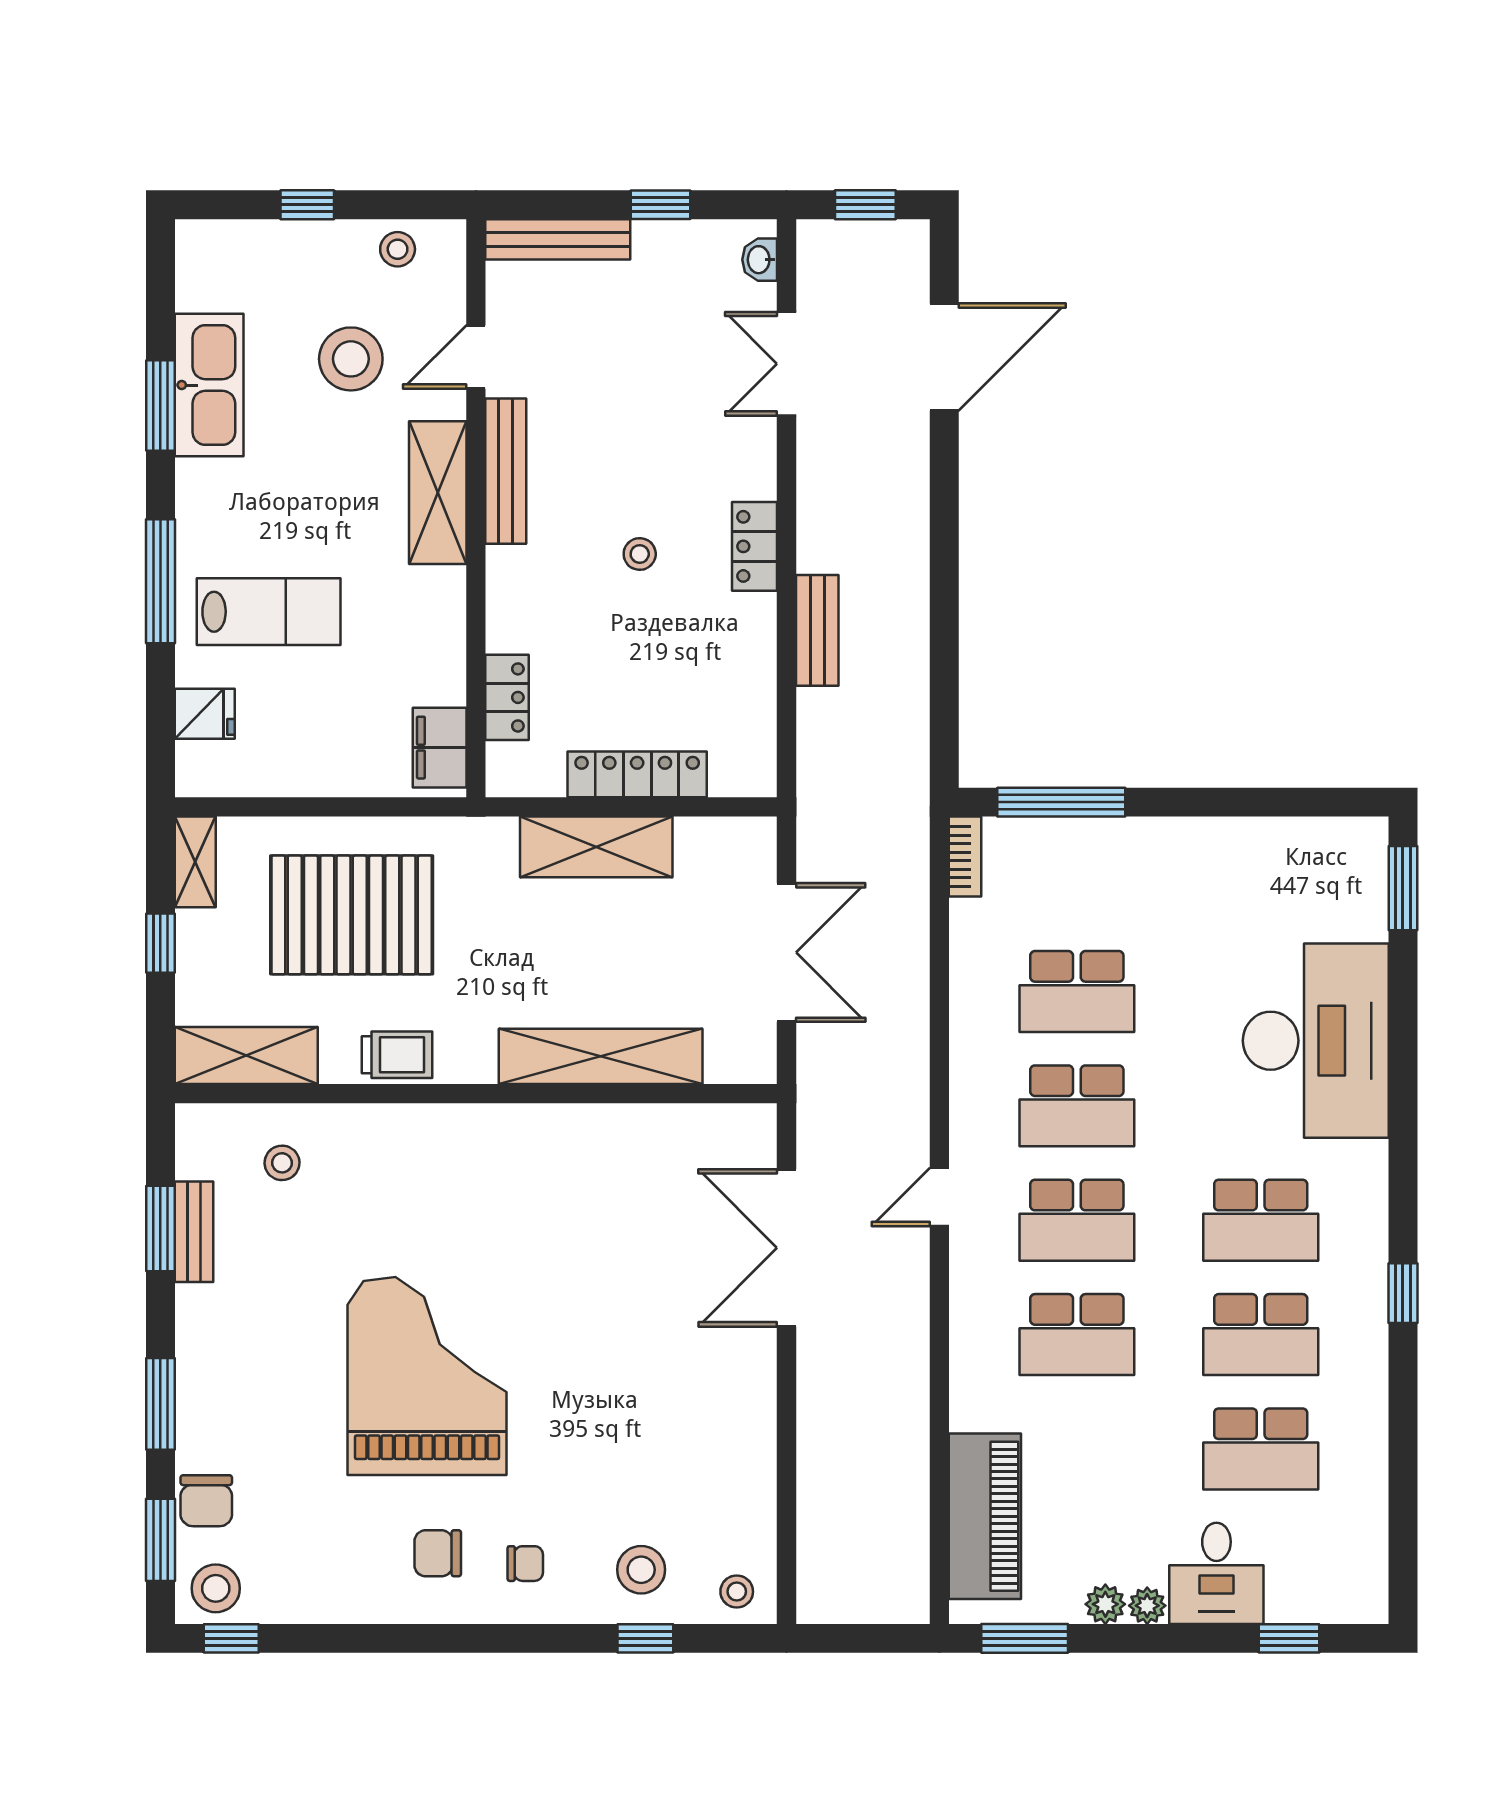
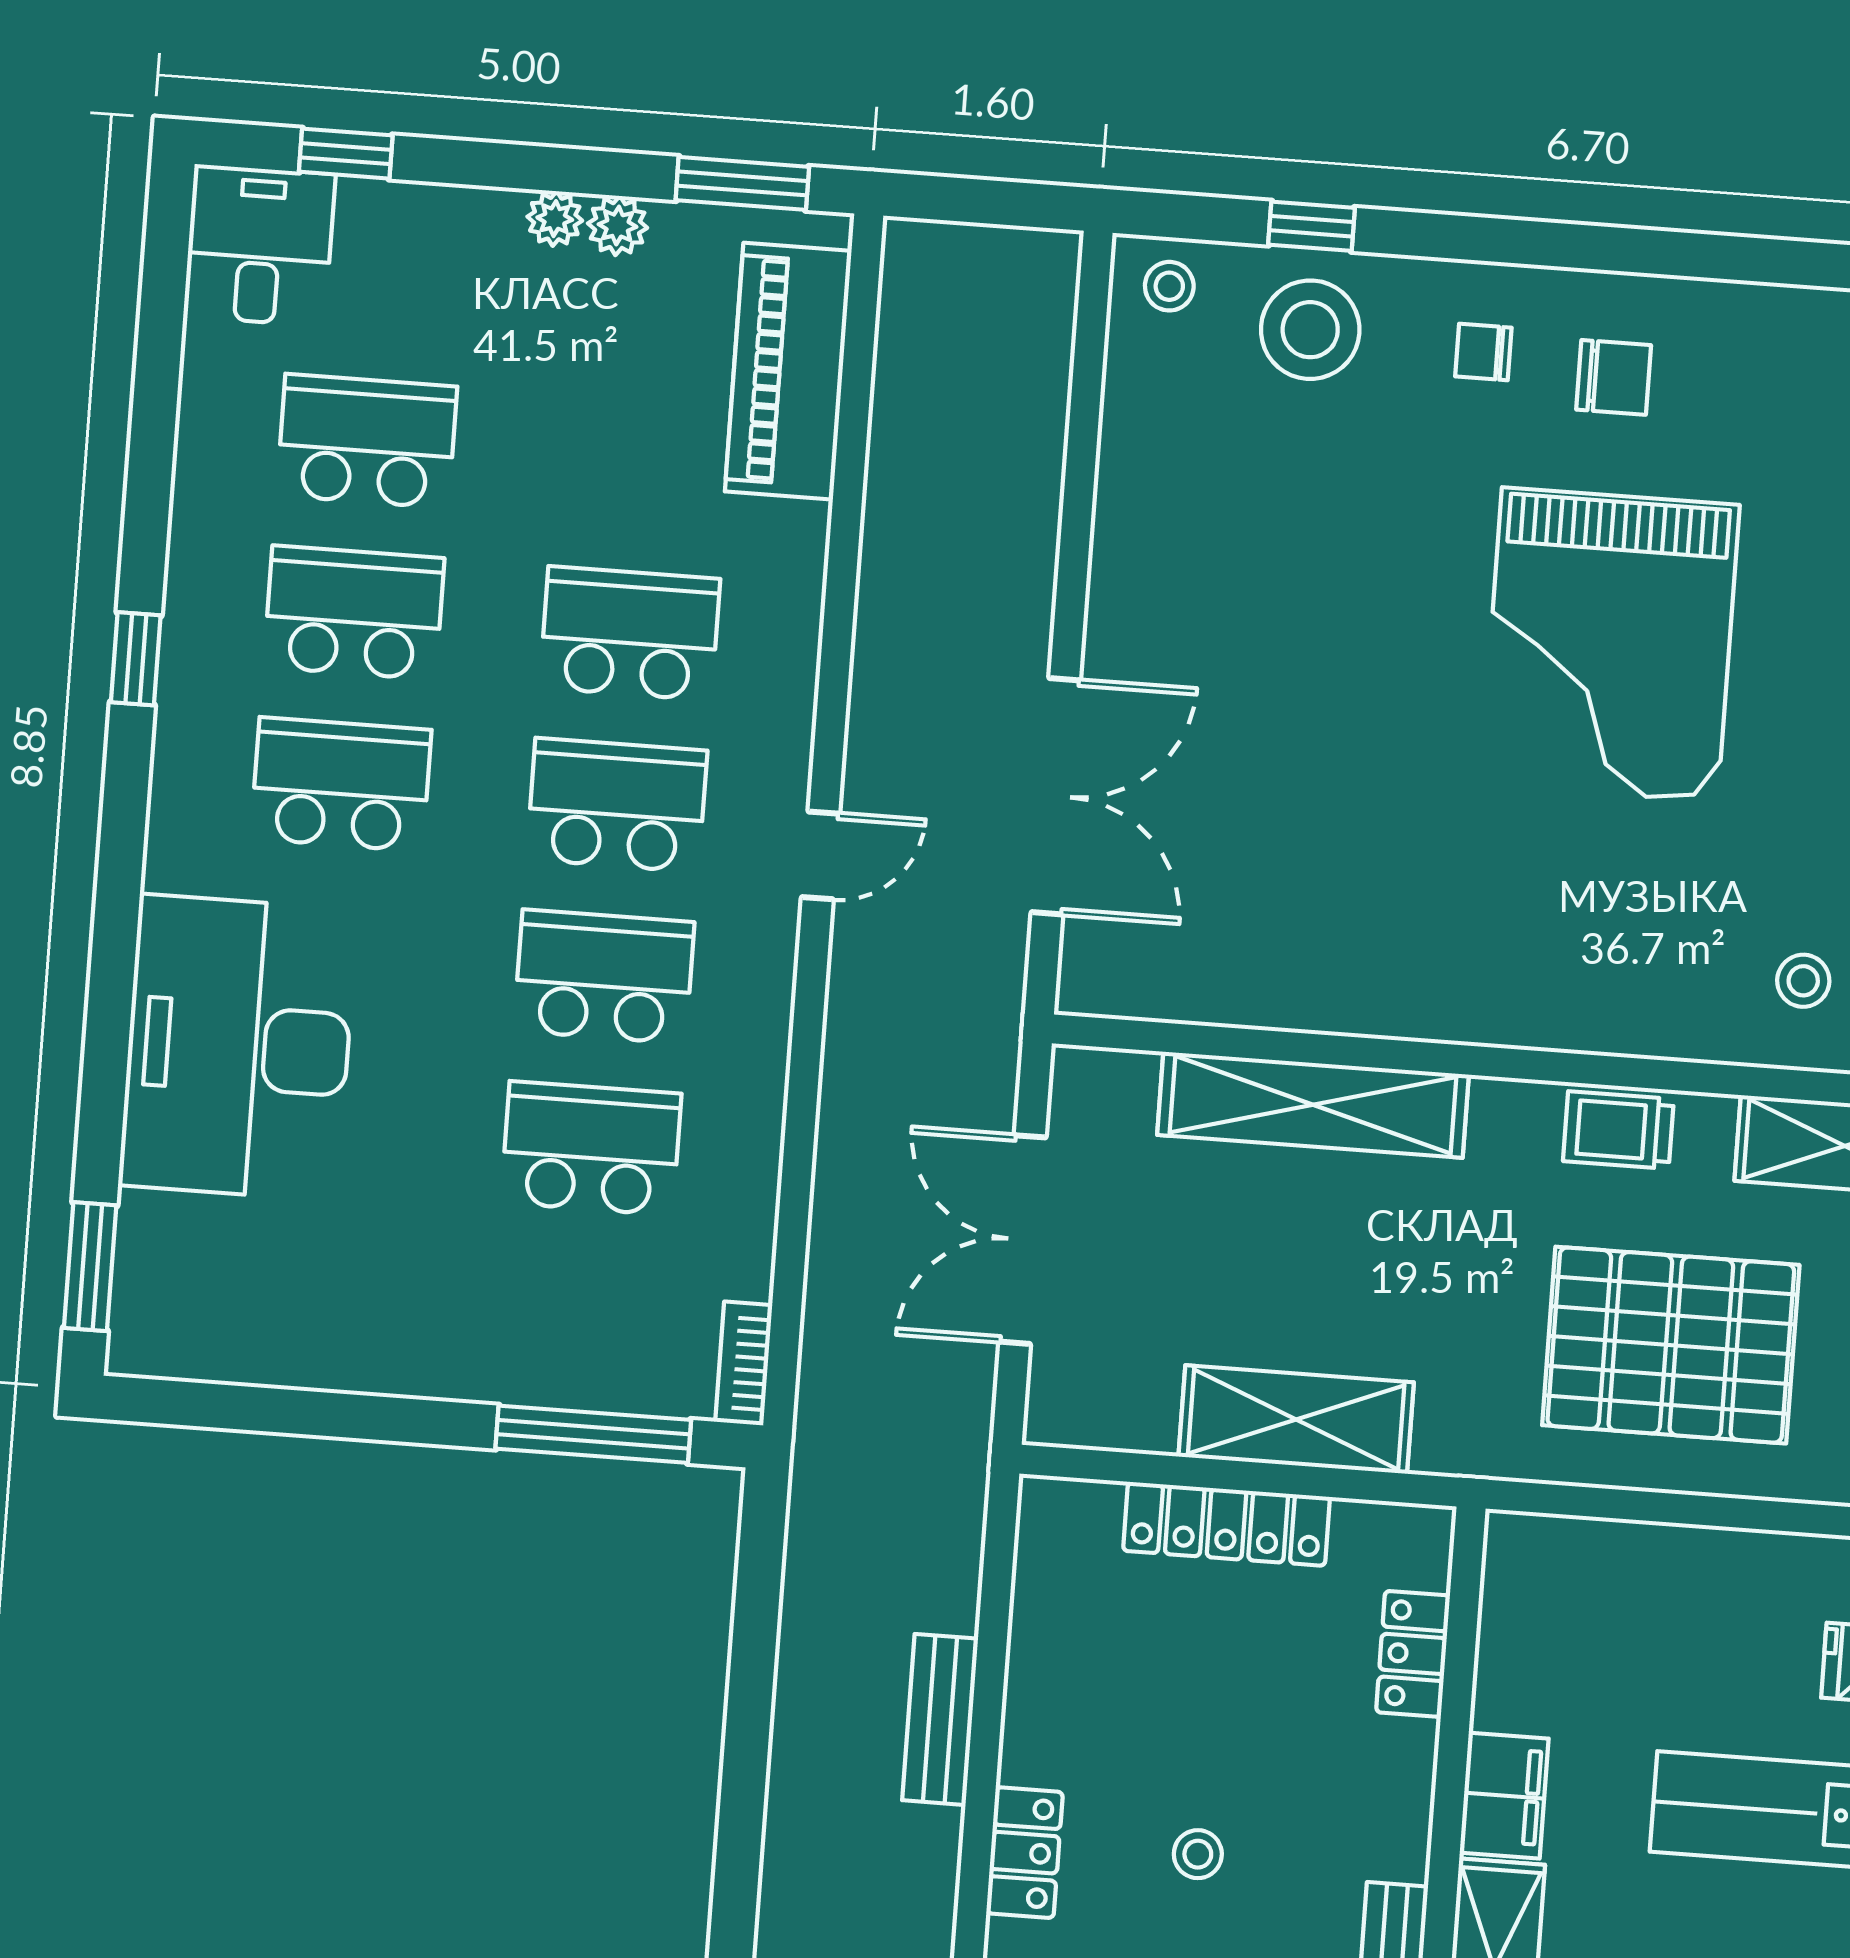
filing cabinet: (440, 748) -> (1504, 1796), moved
stool: (641, 1570) -> (1310, 330), width x1.38, depth x1.38
desk: (1216, 1573) -> (260, 245), moved

